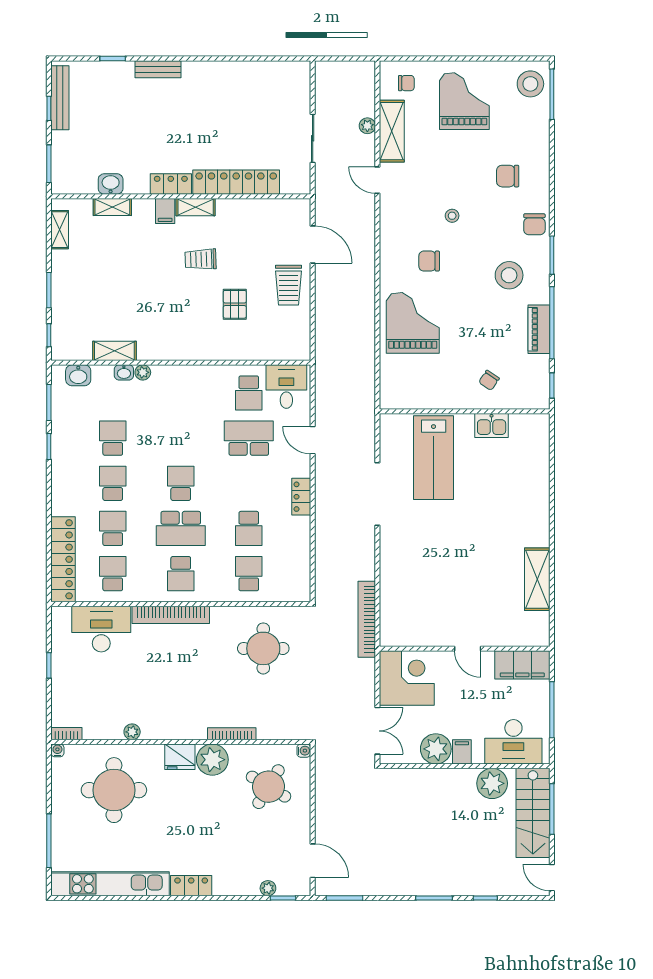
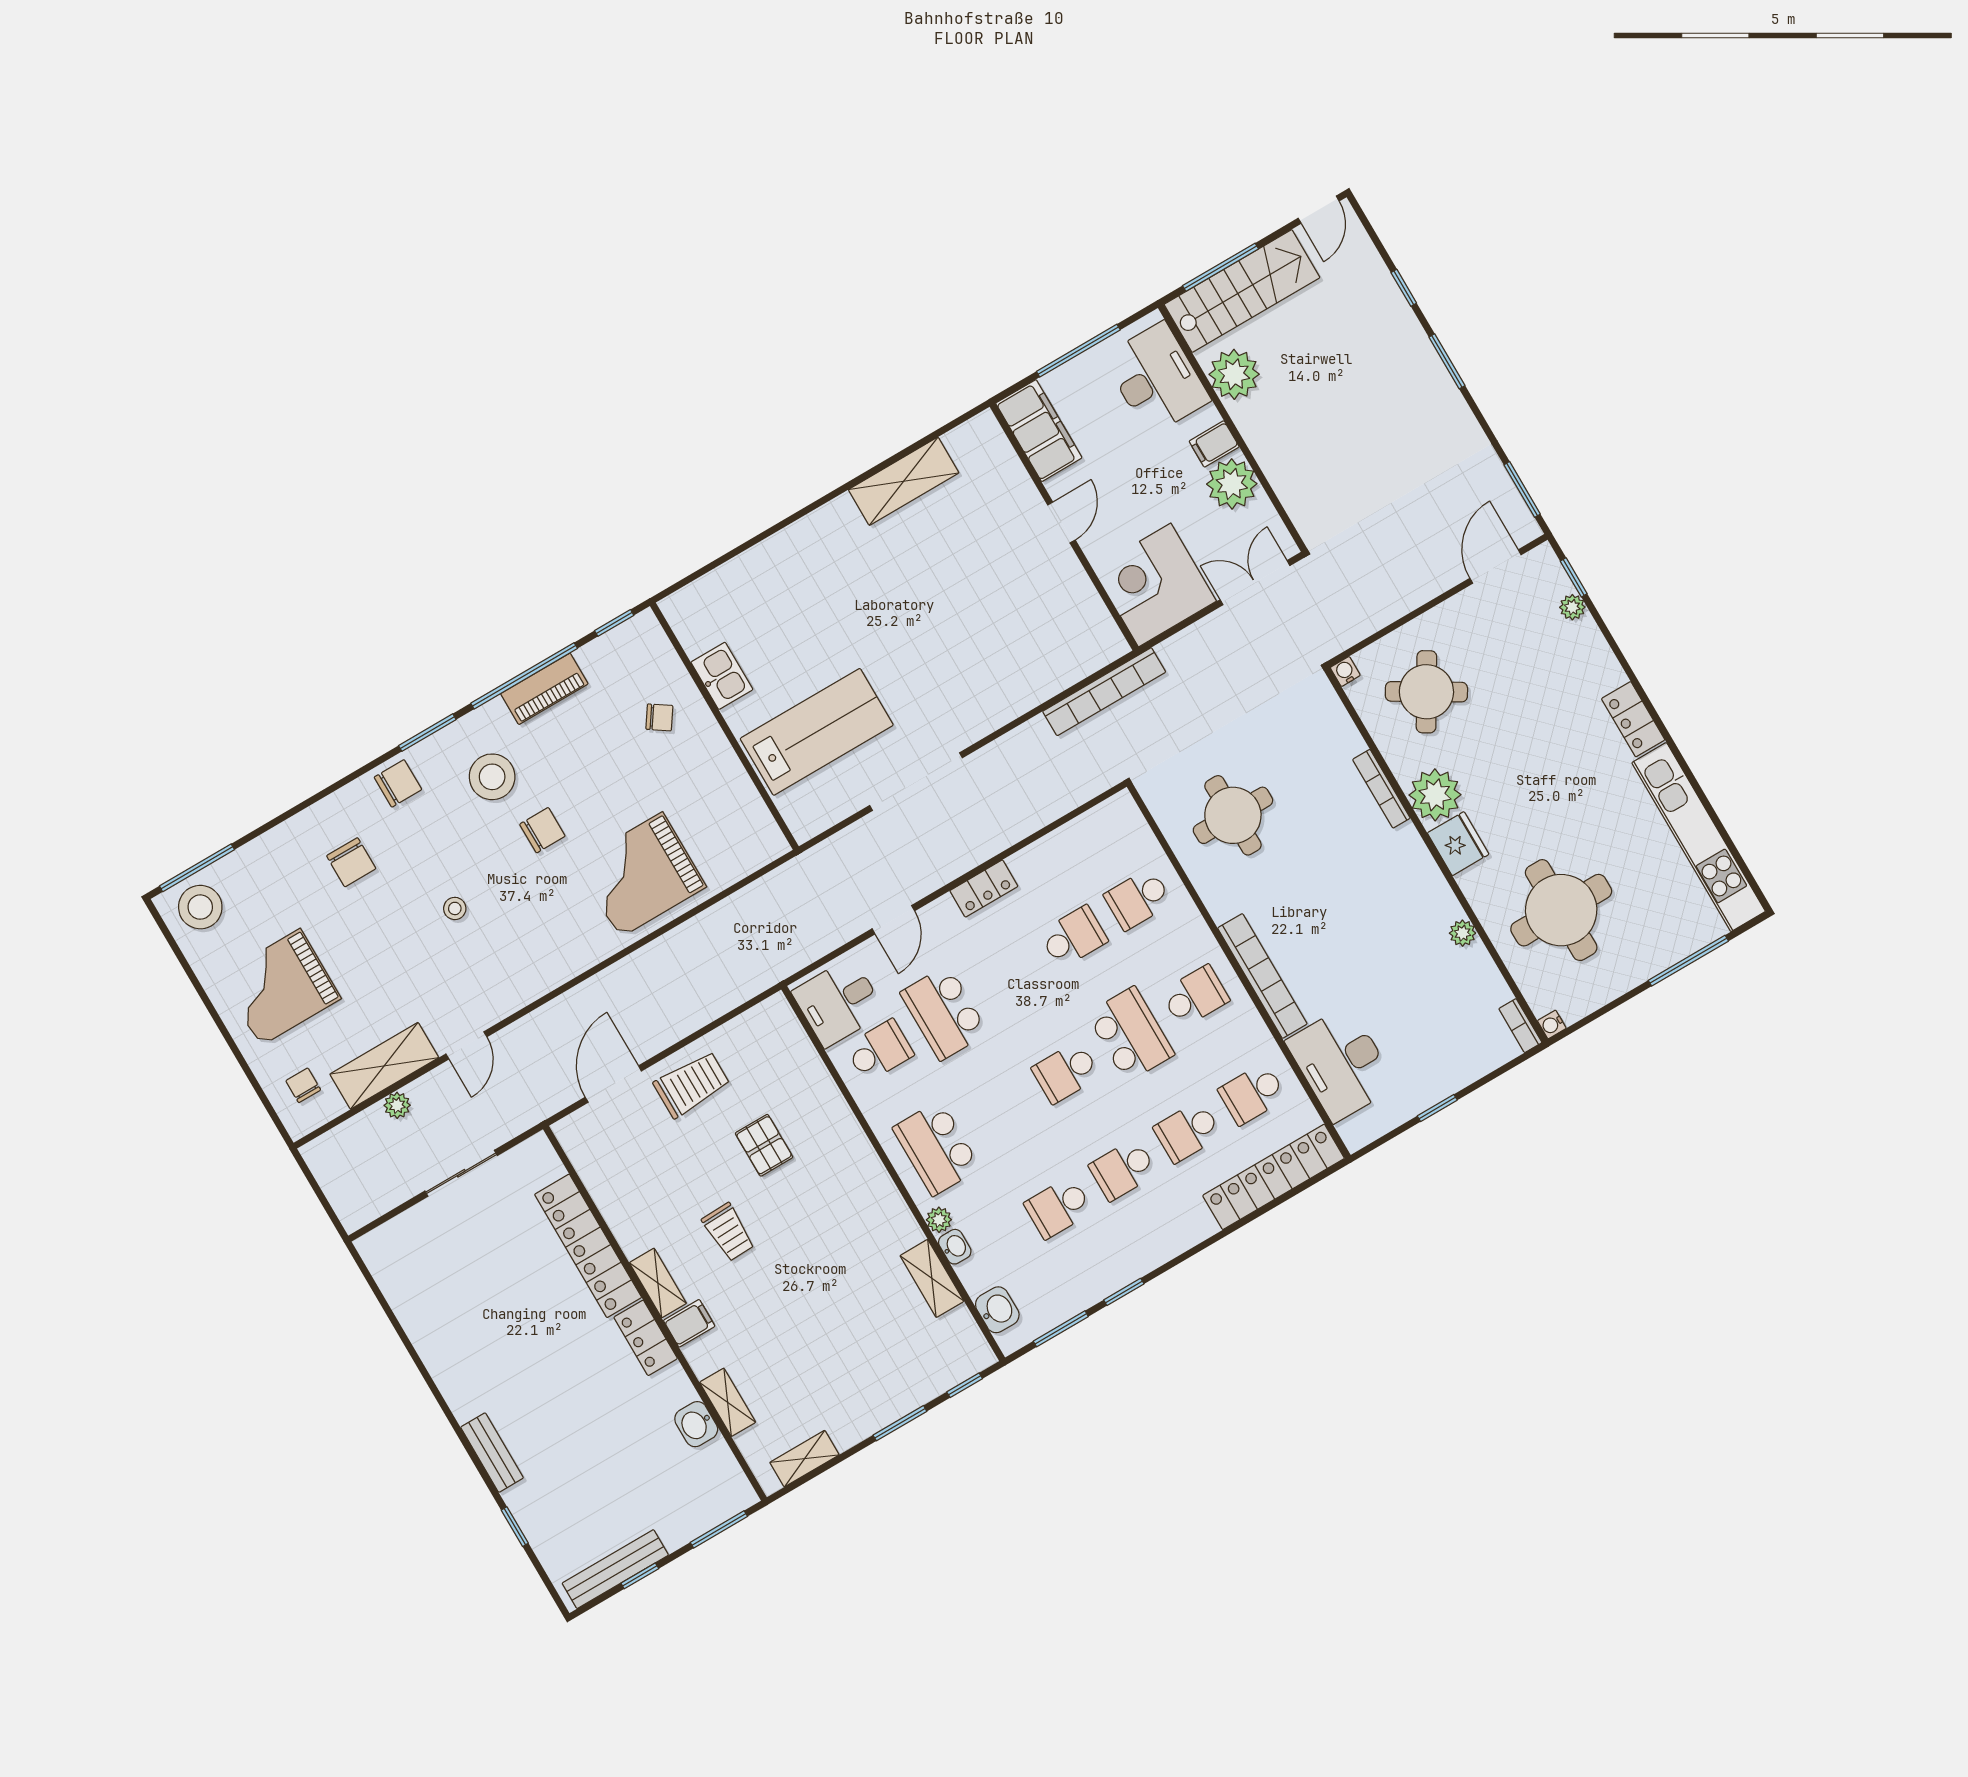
chair: (429, 261) -> (542, 830), moved, turned -90
pallet: (235, 304) -> (764, 1145), turned 90
school desk: (181, 393) -> (937, 1148), added

